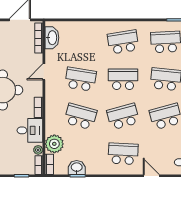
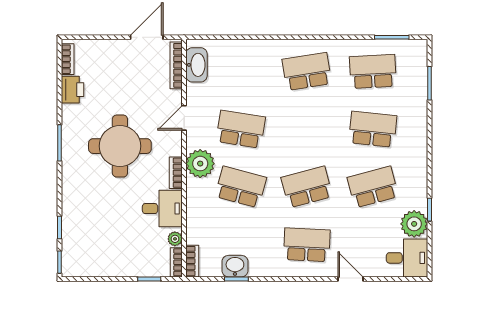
school desk: (123, 79) -> (307, 129), removed
plant: (54, 144) -> (200, 164), moved

